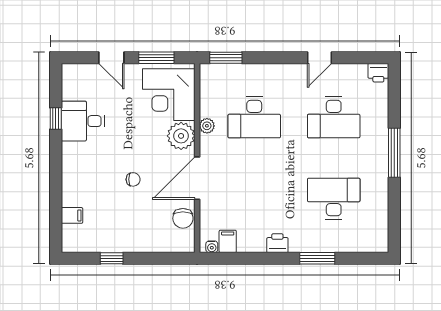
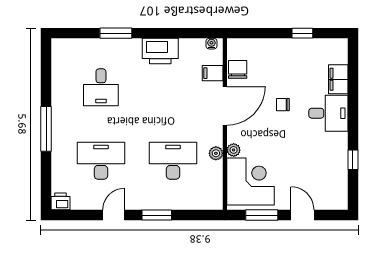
window: (226, 58) -> (157, 215), moved
desk: (83, 121) -> (328, 113), moved
plant: (181, 136) -> (234, 150), width x0.53, depth x0.53
desk: (334, 199) -> (101, 87), width x0.73
filing cabinet: (72, 215) -> (338, 79), width x2.00
filing cabinet: (228, 241) -> (213, 73), moved, turned 90
printer: (277, 243) -> (160, 51), width x1.87, depth x1.48

